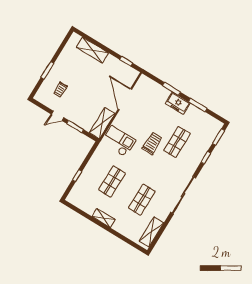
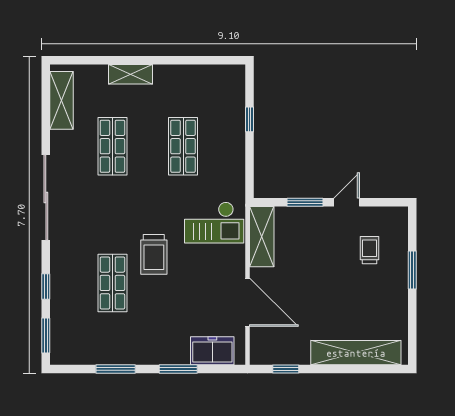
shelving: (92, 50) -> (356, 353), width x1.47
freezer: (178, 103) -> (212, 351), moved
shelving: (104, 218) -> (130, 74), moved

